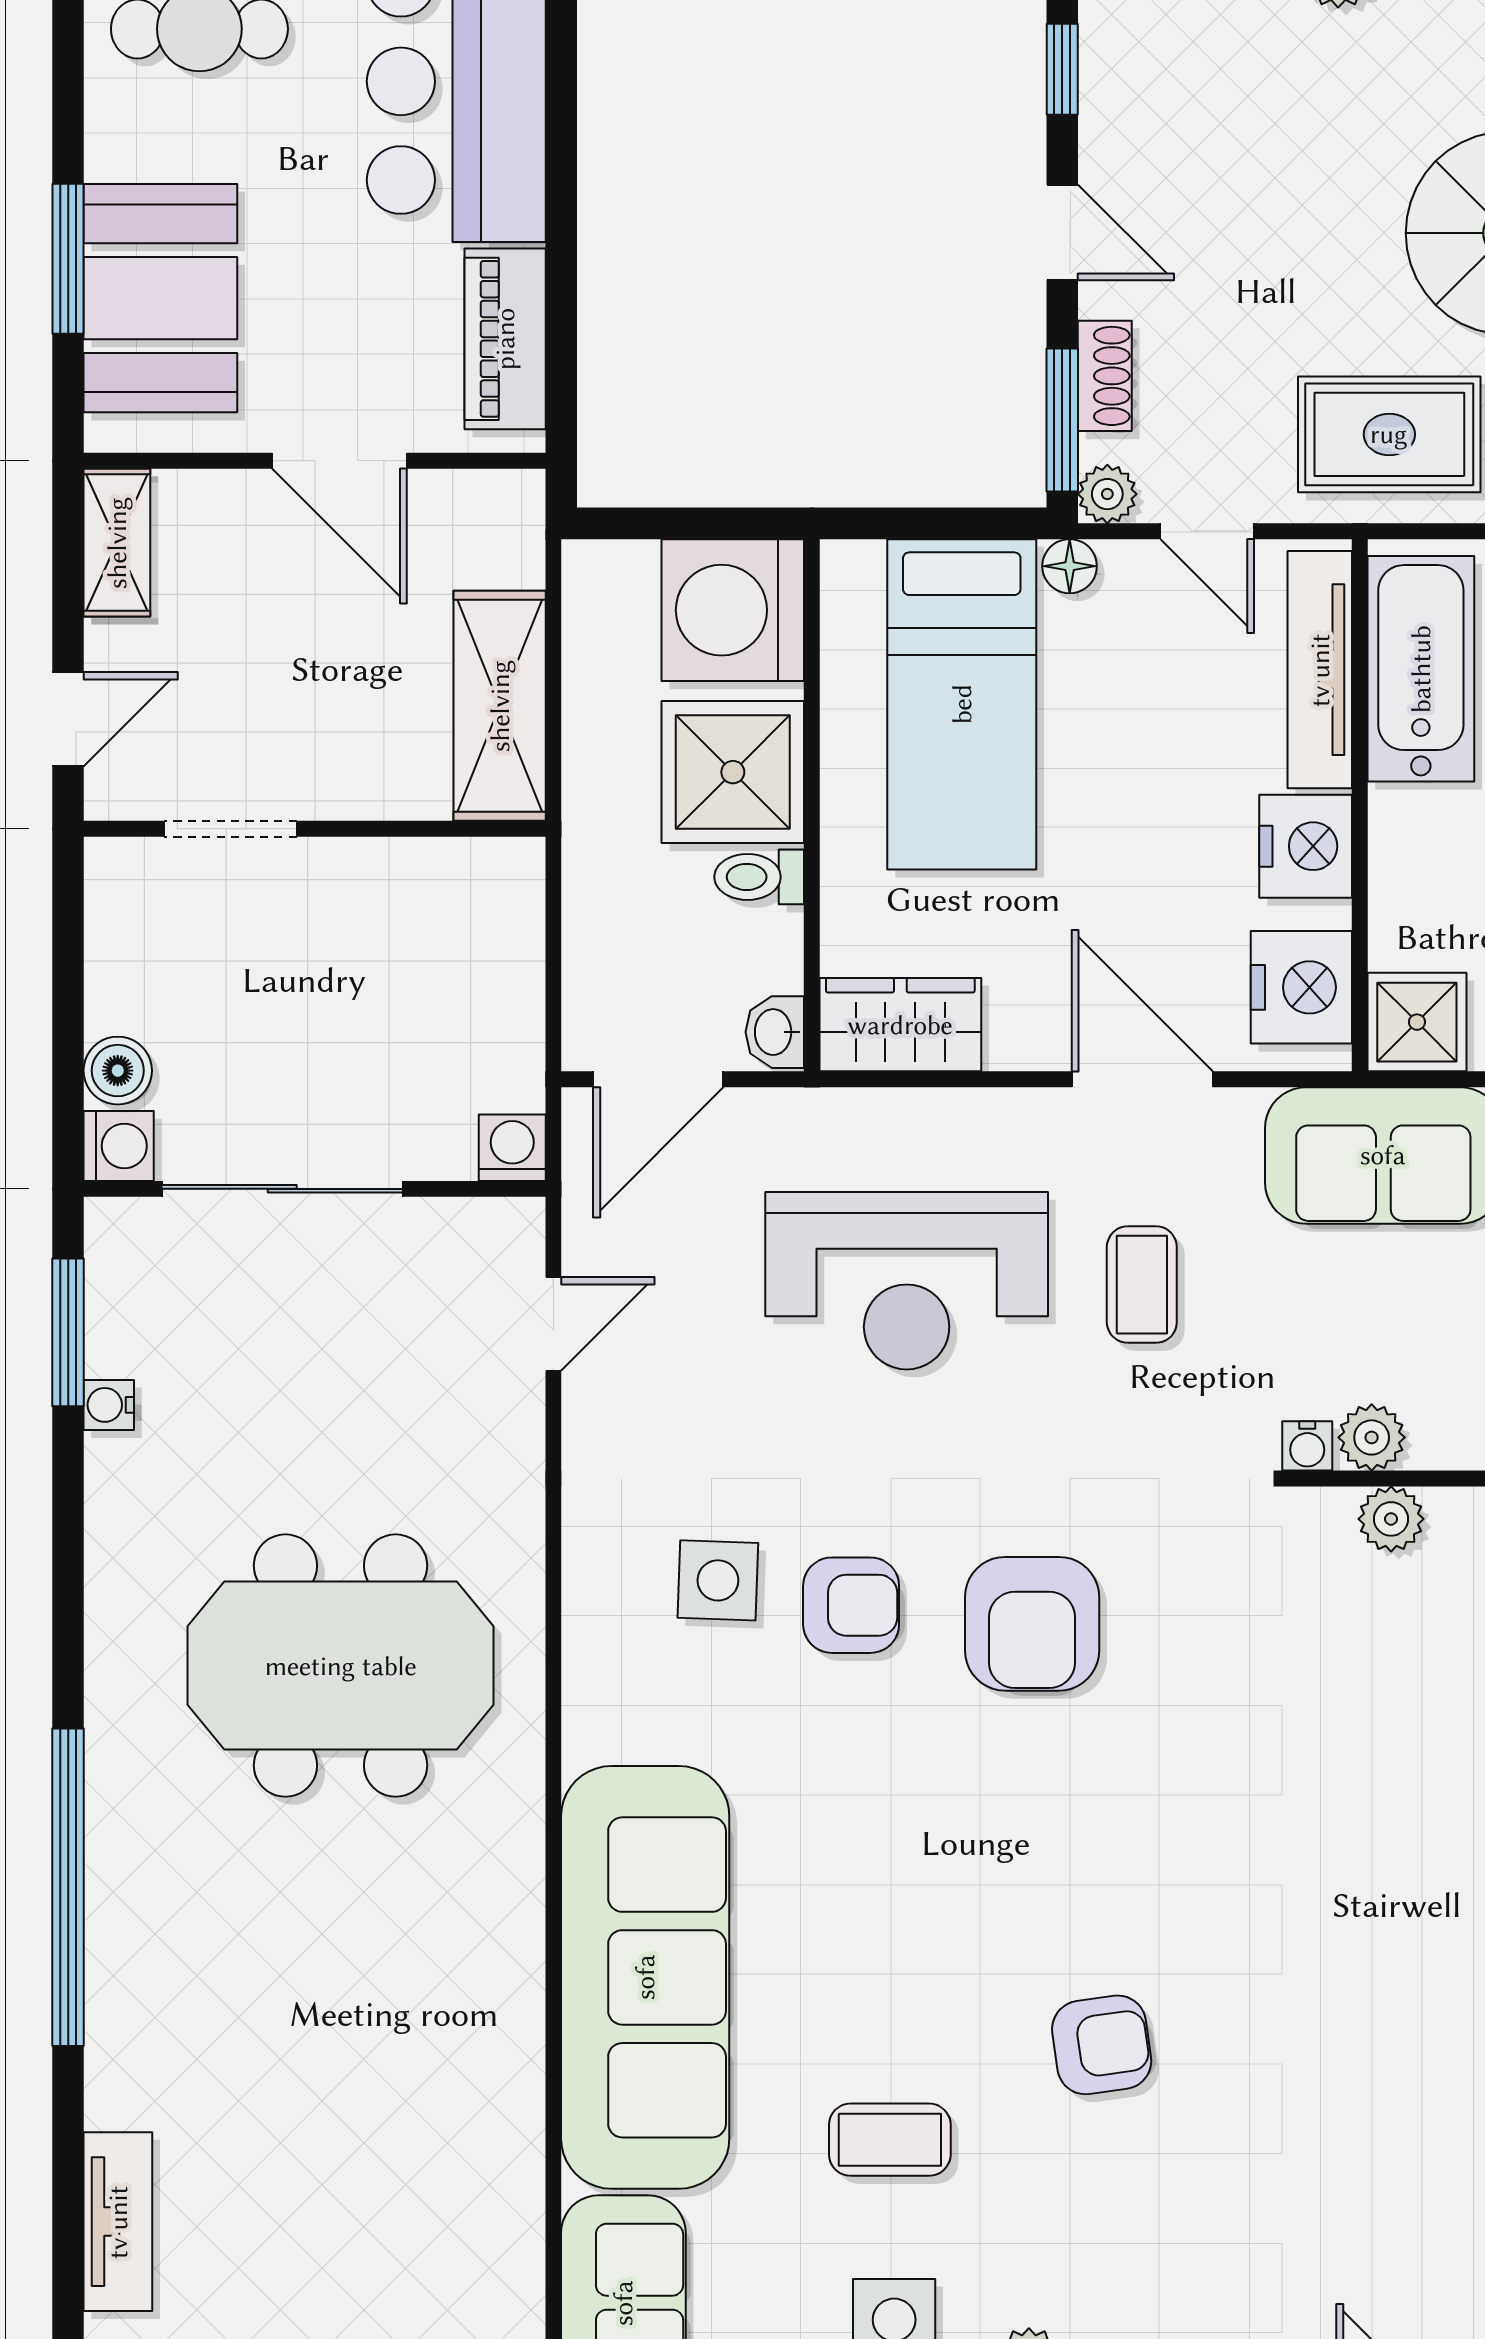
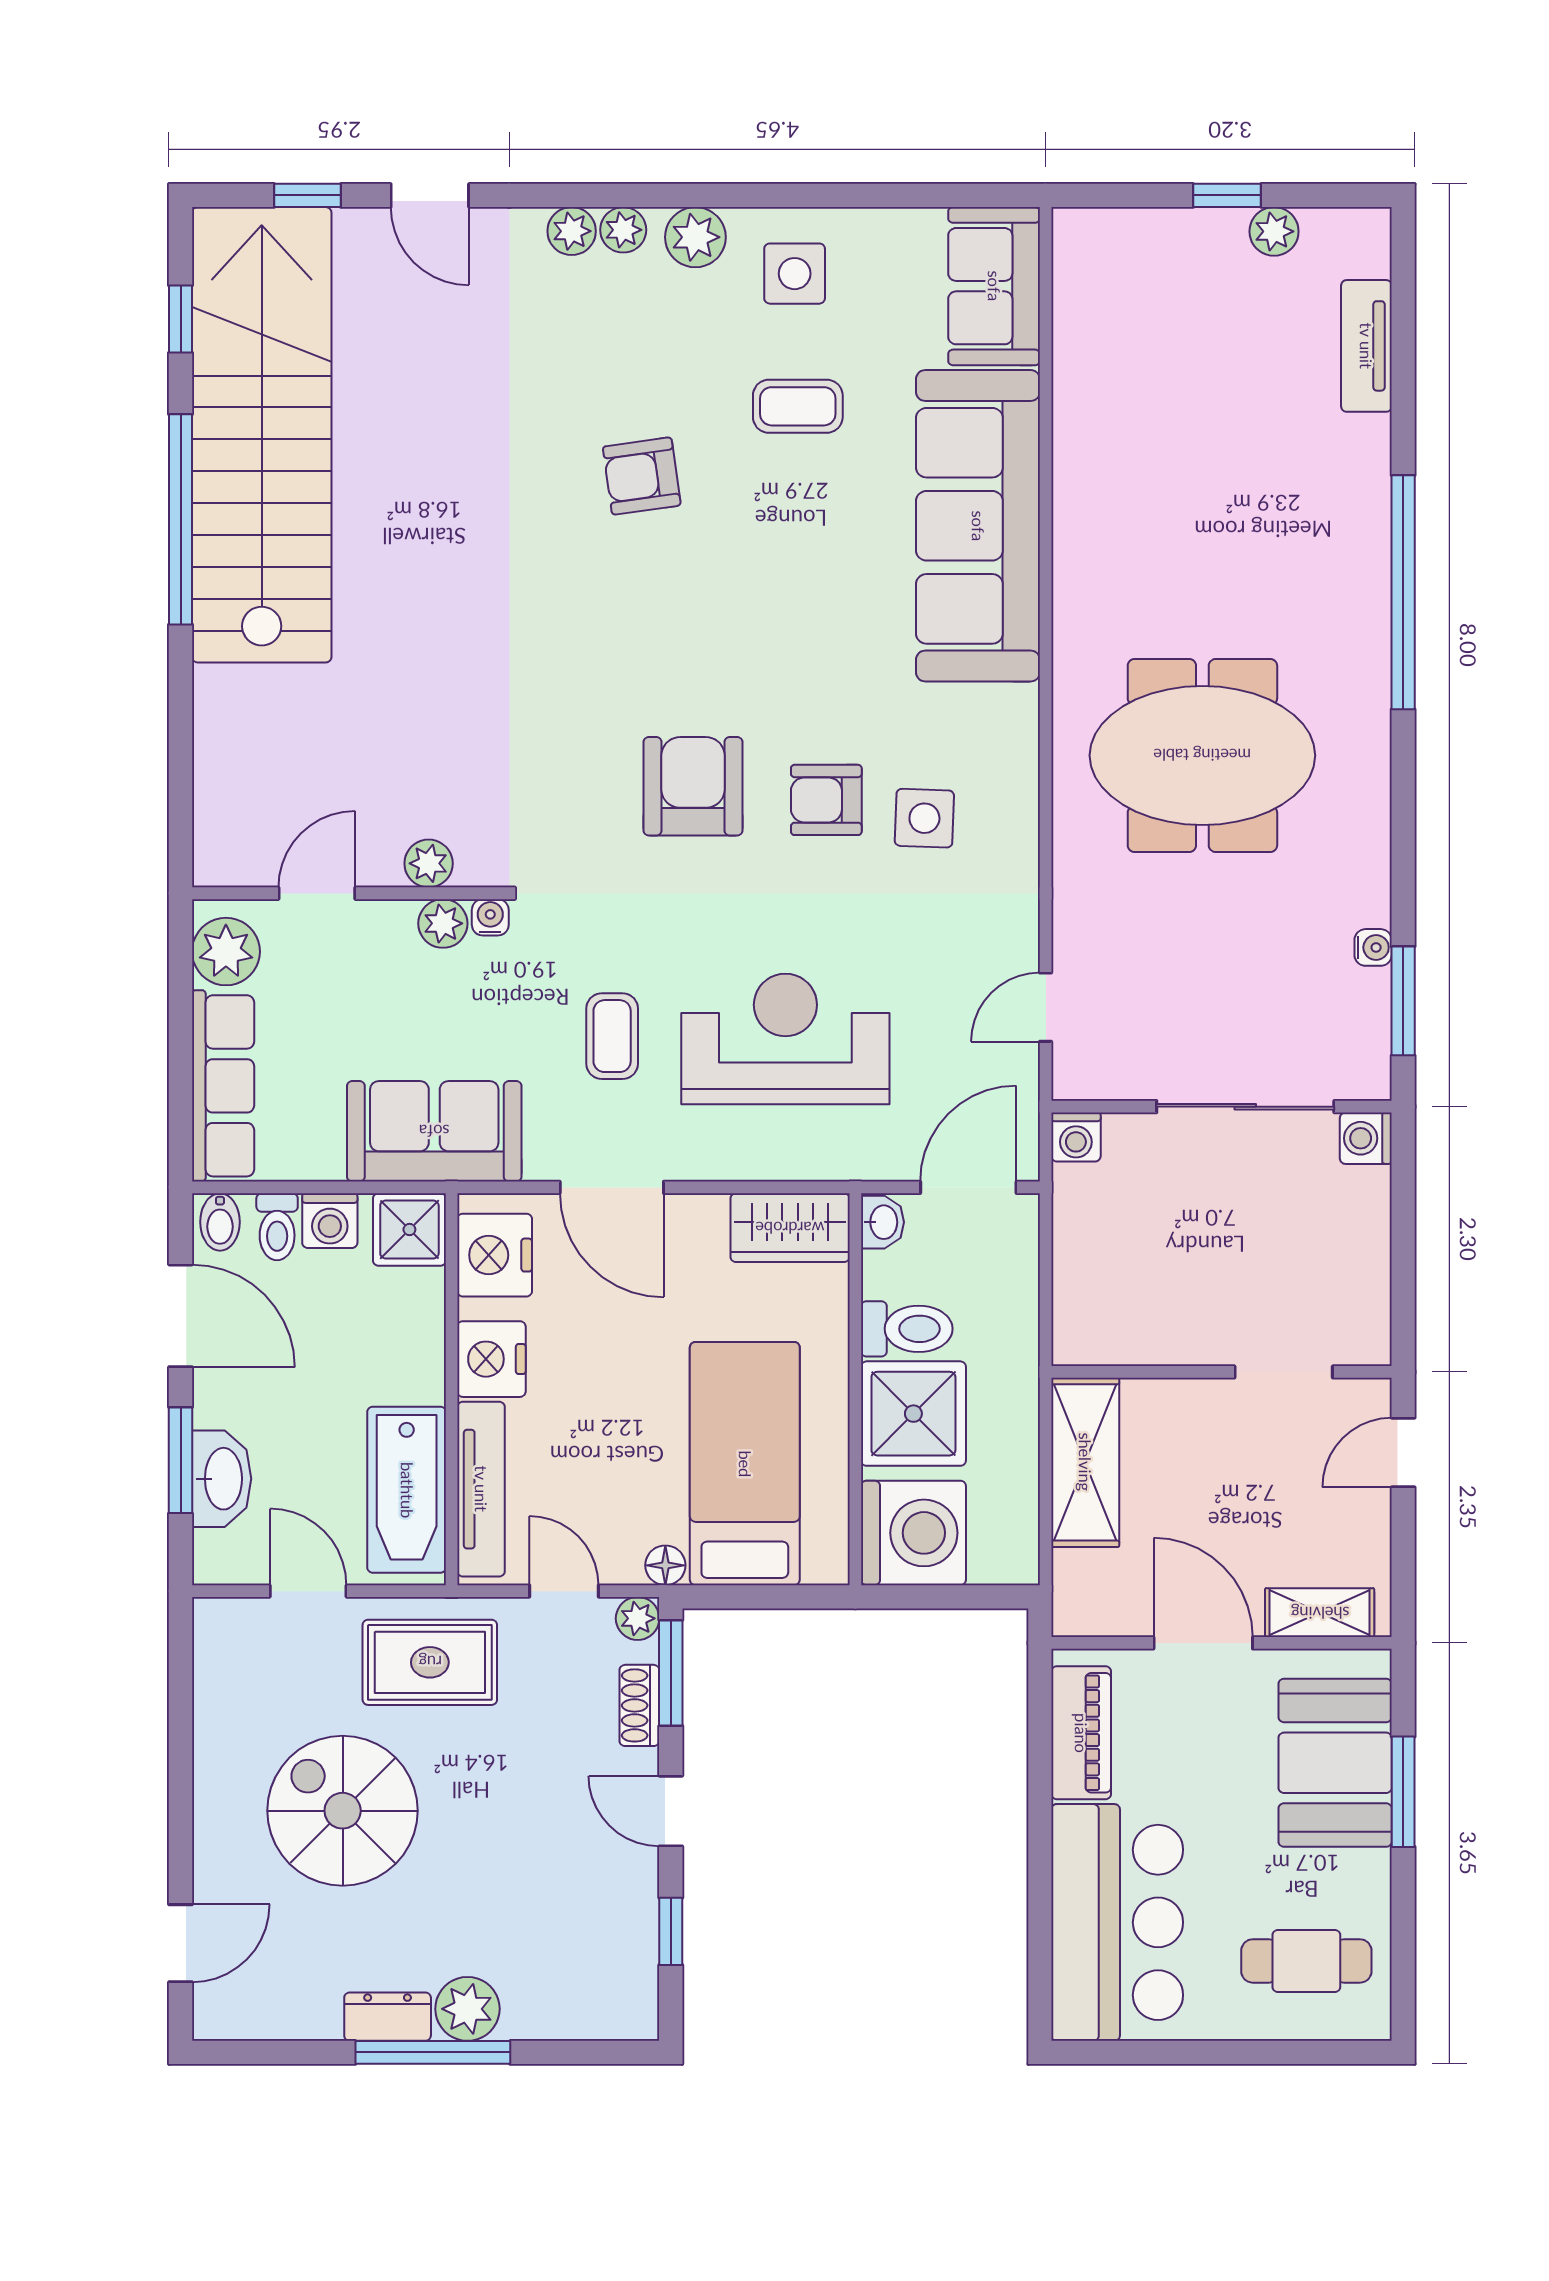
shelving: (117, 543) -> (1320, 1613), moved, turned 90
toilet: (759, 877) -> (907, 1329), width x1.37, depth x1.39
boiler: (118, 1071) -> (1367, 1194), removed

